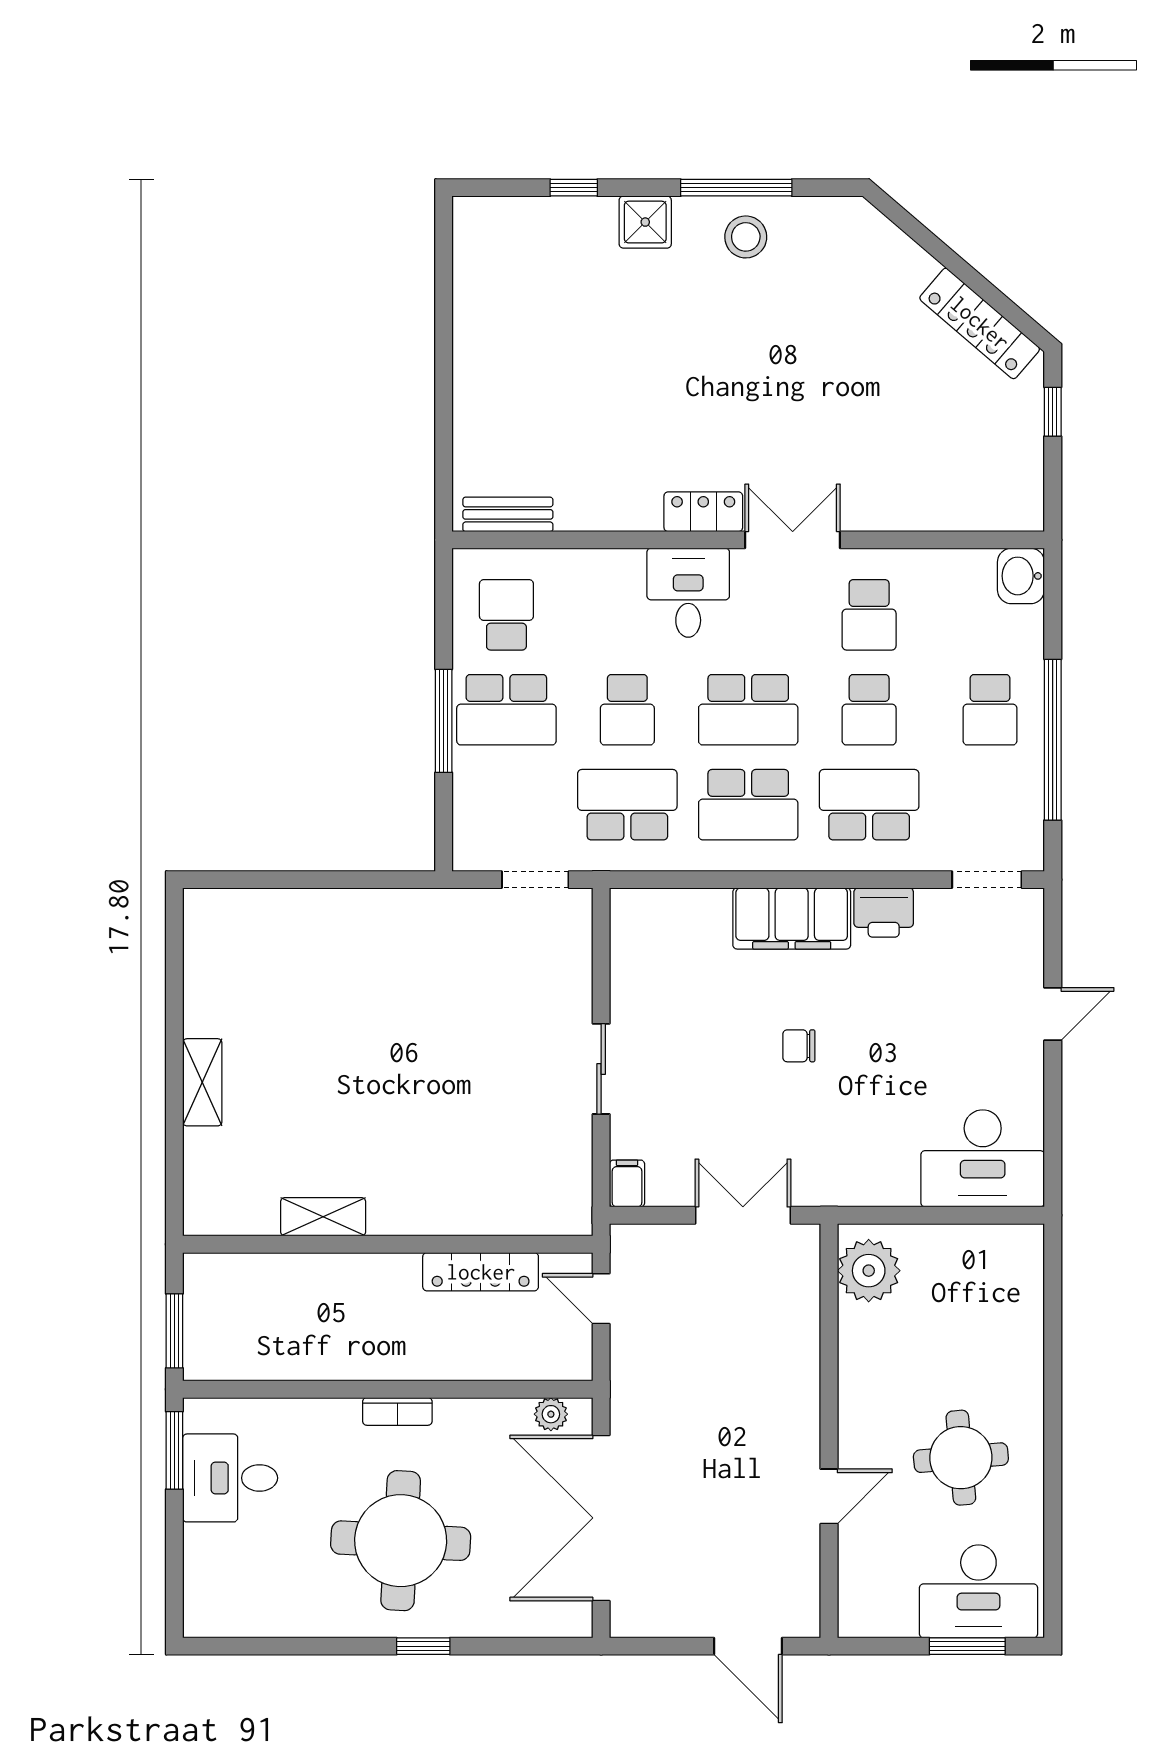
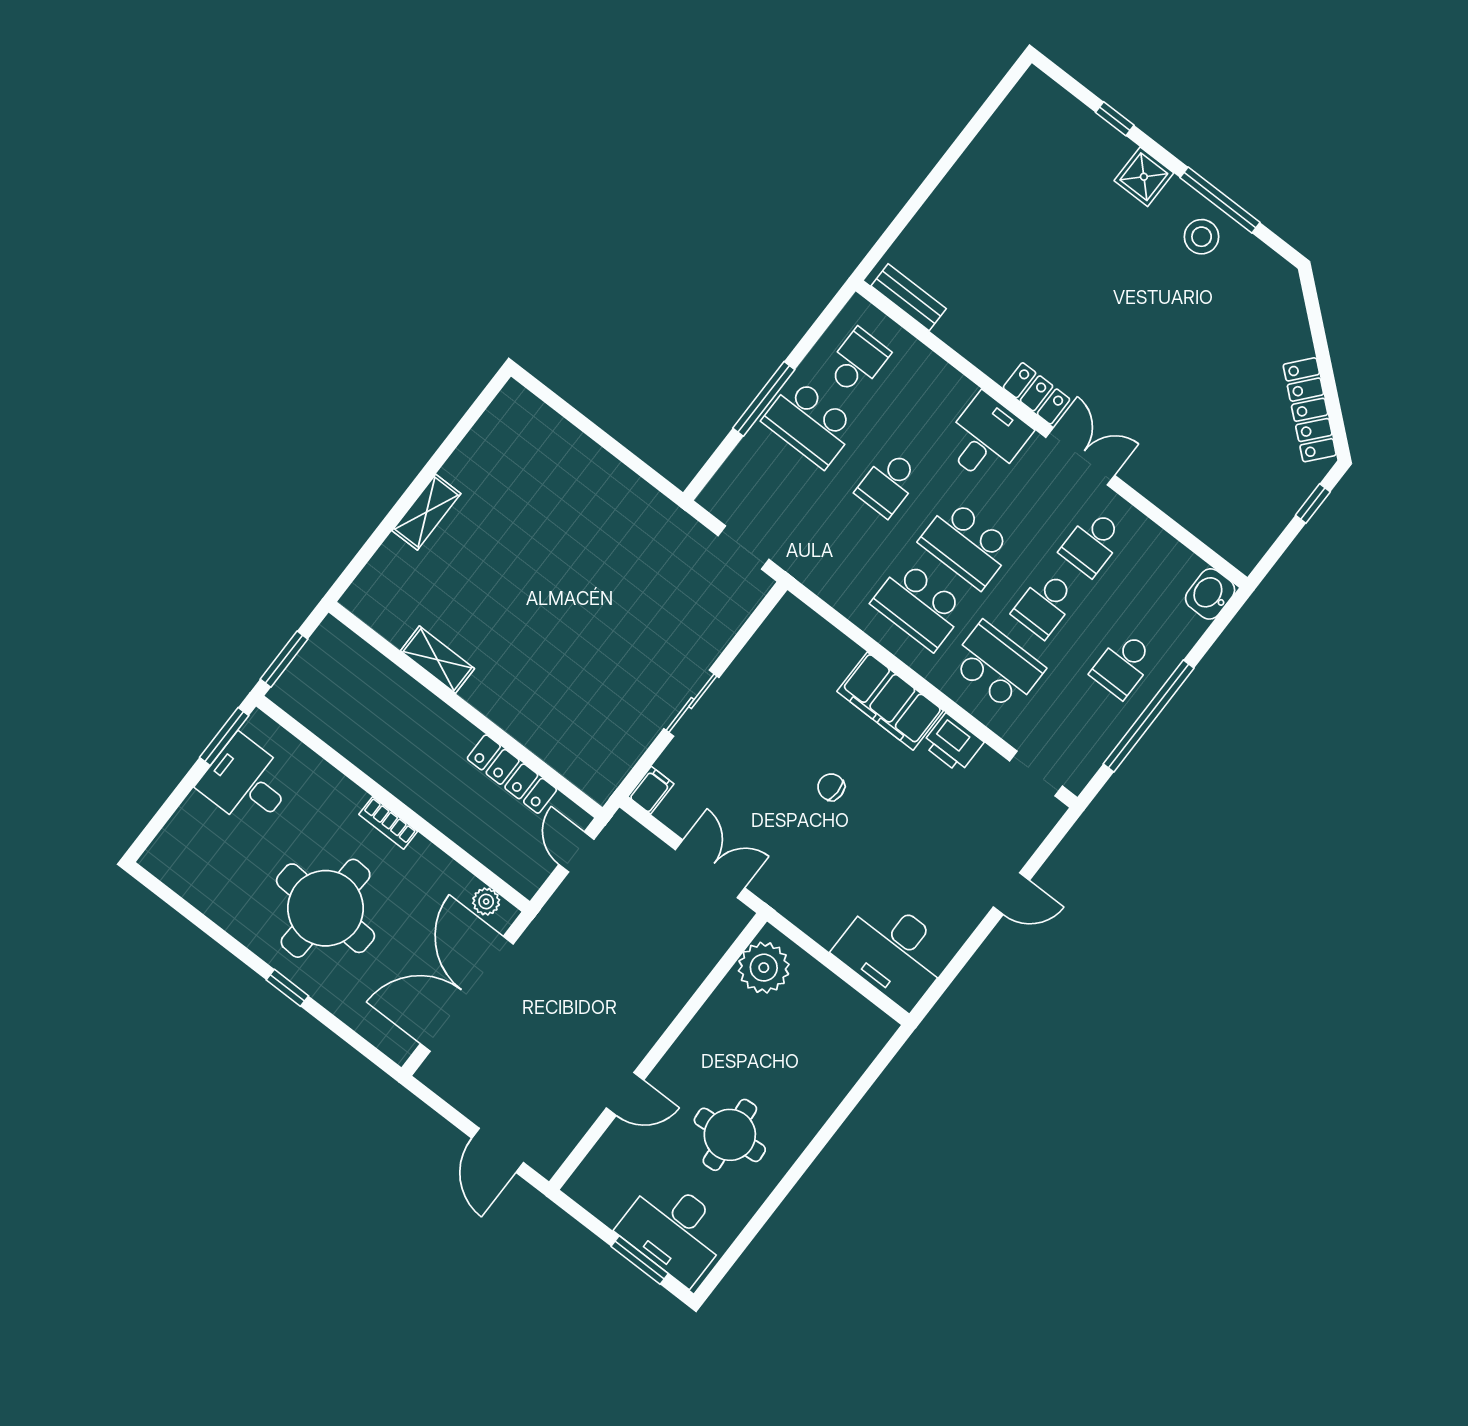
school desk: (627, 805) -> (841, 545), removed

